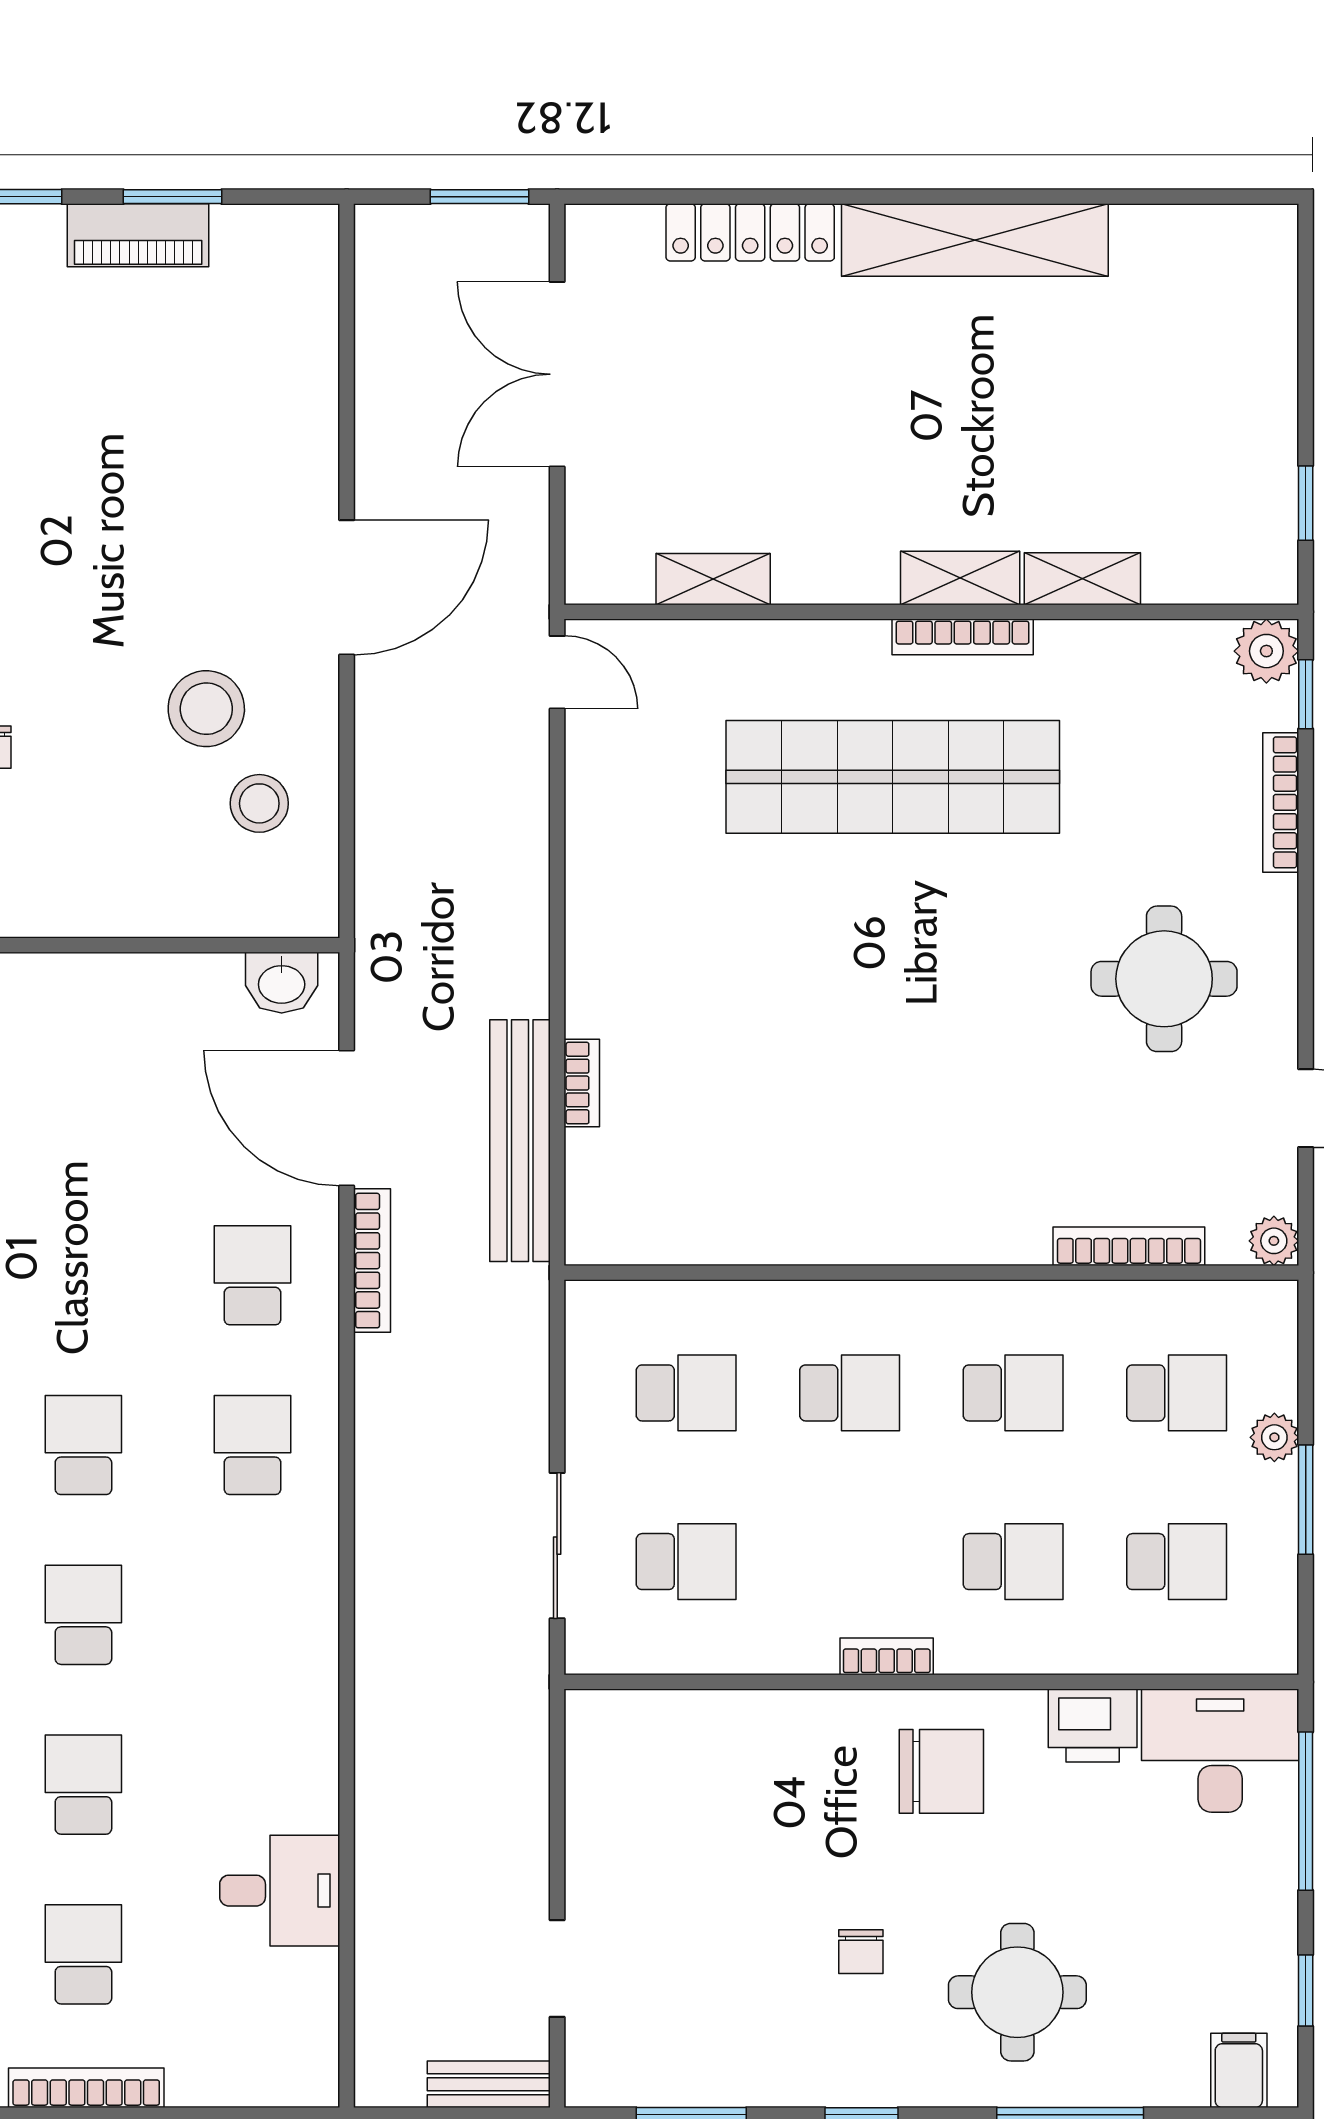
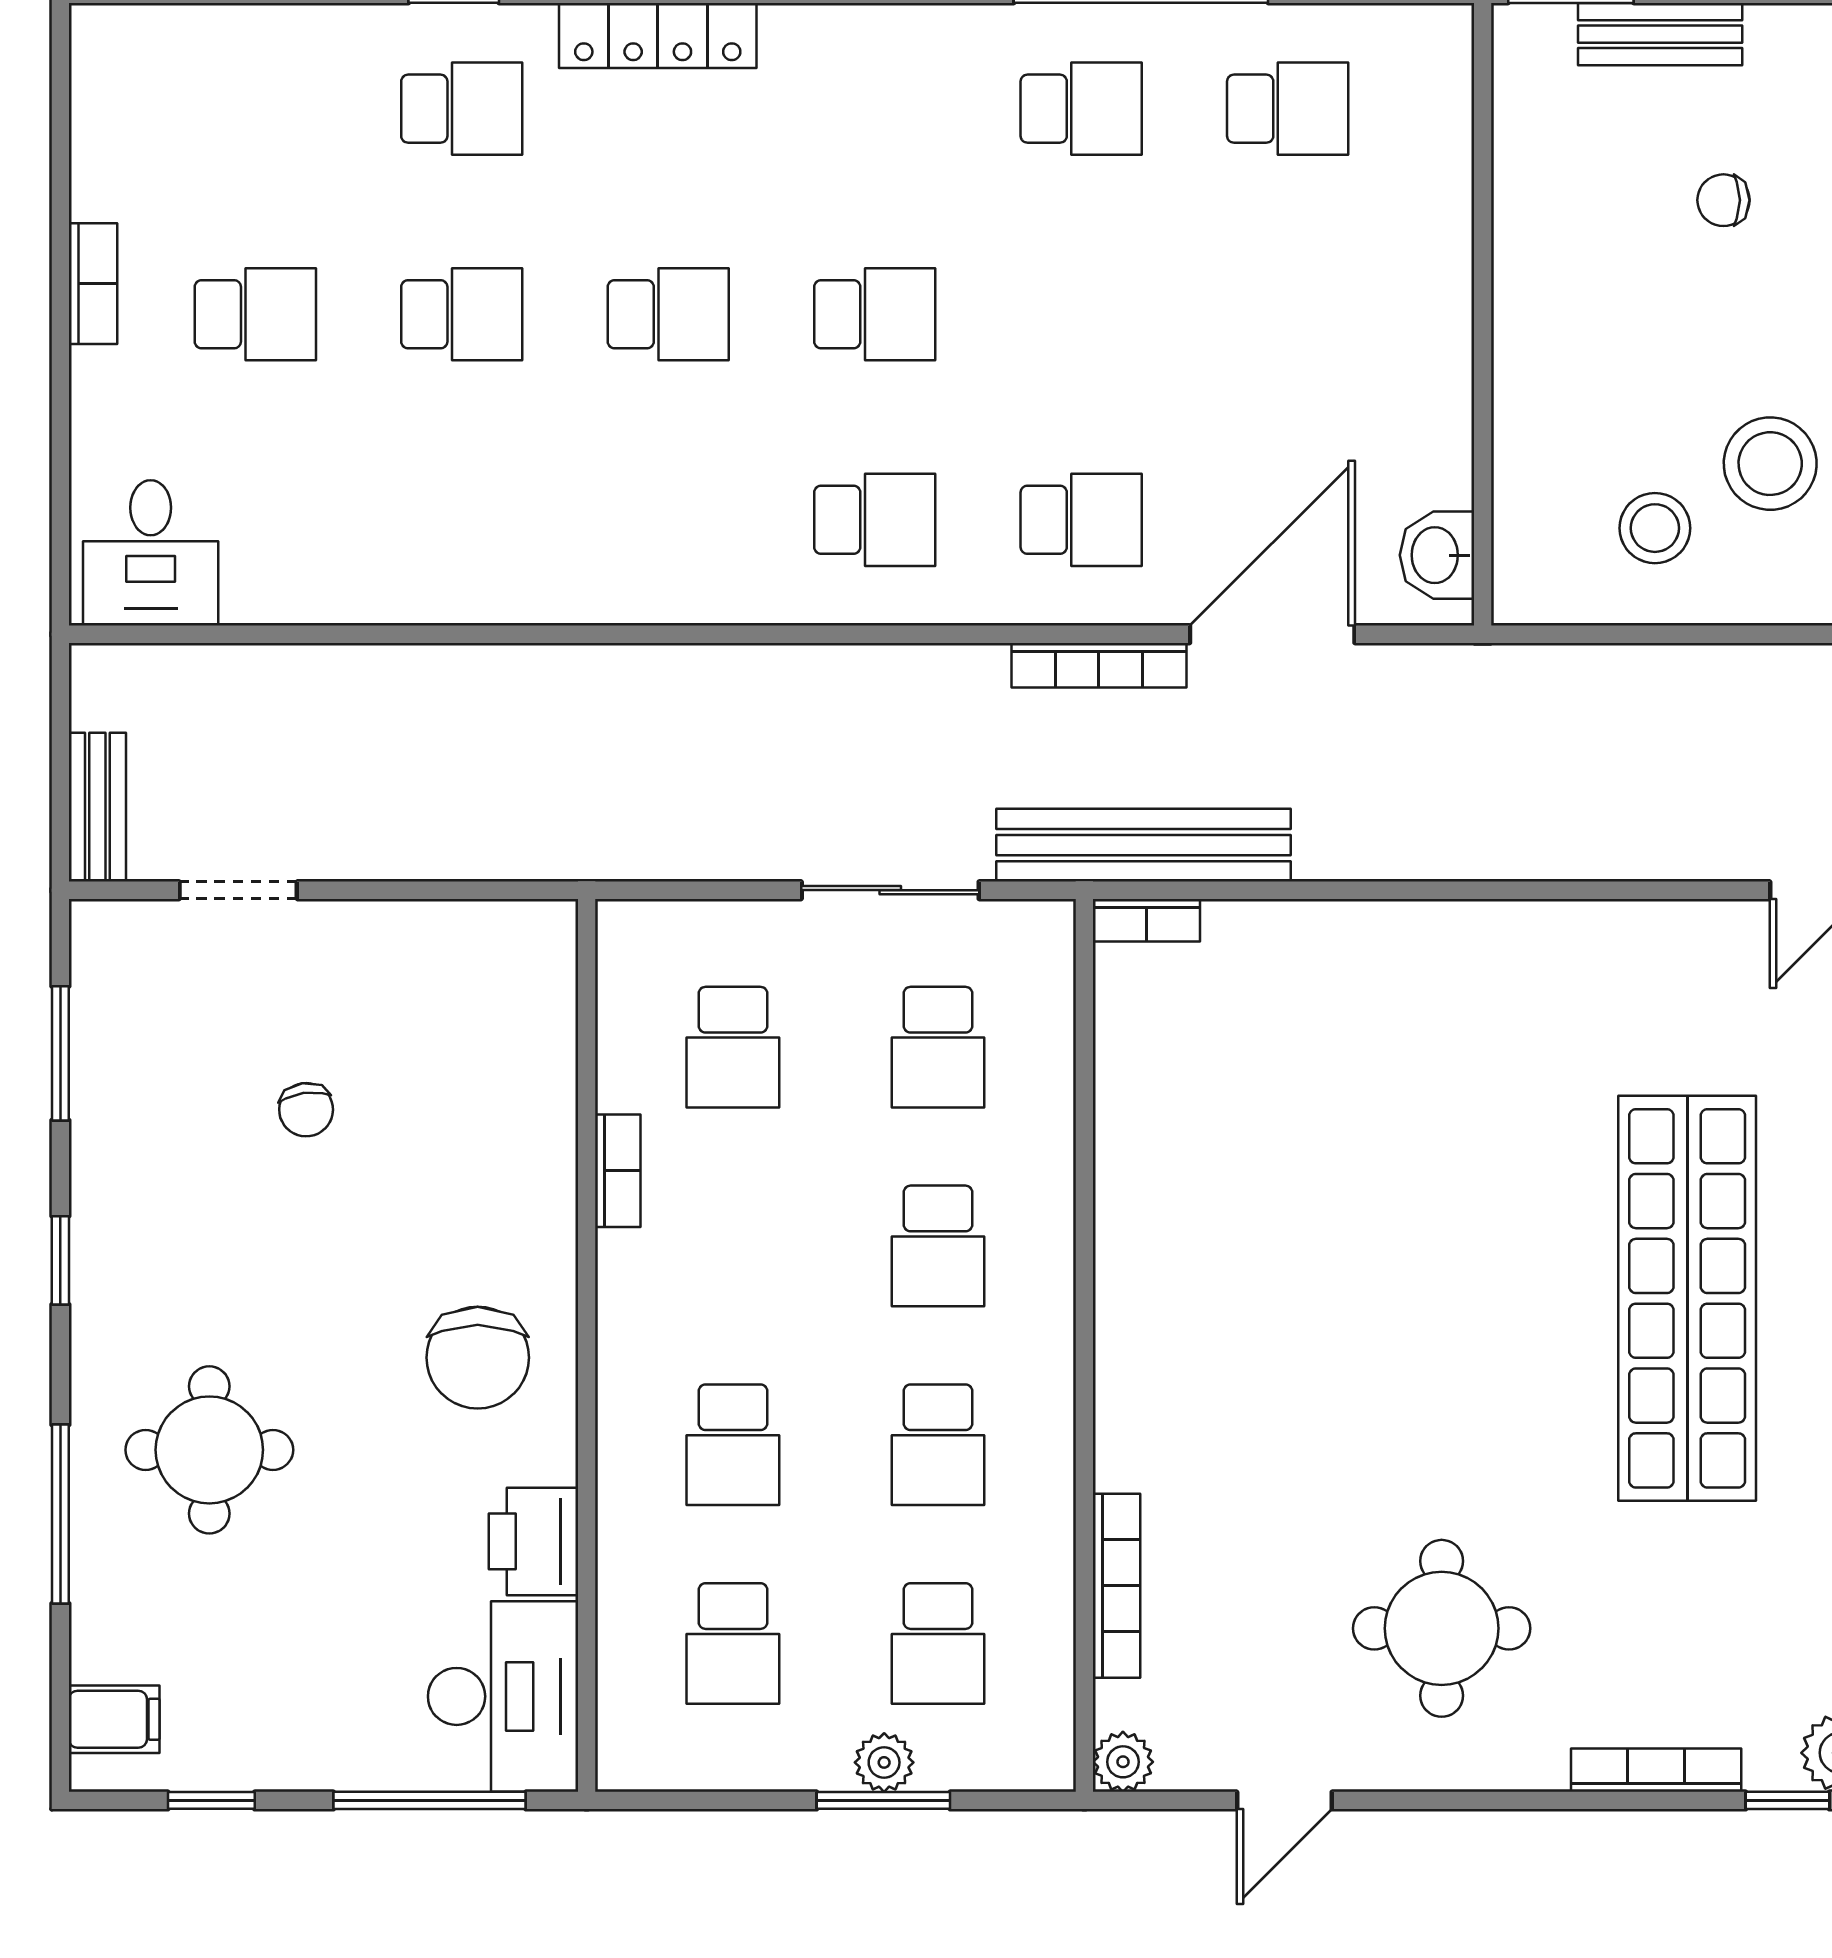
bookcase: (582, 1083) -> (1146, 920), moved
bench: (520, 1141) -> (1144, 845), moved
window: (1306, 1500) -> (883, 1800), moved
sliding door: (557, 1546) -> (890, 890), moved
bookcase: (887, 1656) -> (618, 1171), moved
desk: (280, 1891) -> (151, 553), moved
chair: (861, 1952) -> (306, 1110), moved, turned -98
bookcase: (86, 2088) -> (93, 284), width x0.64

